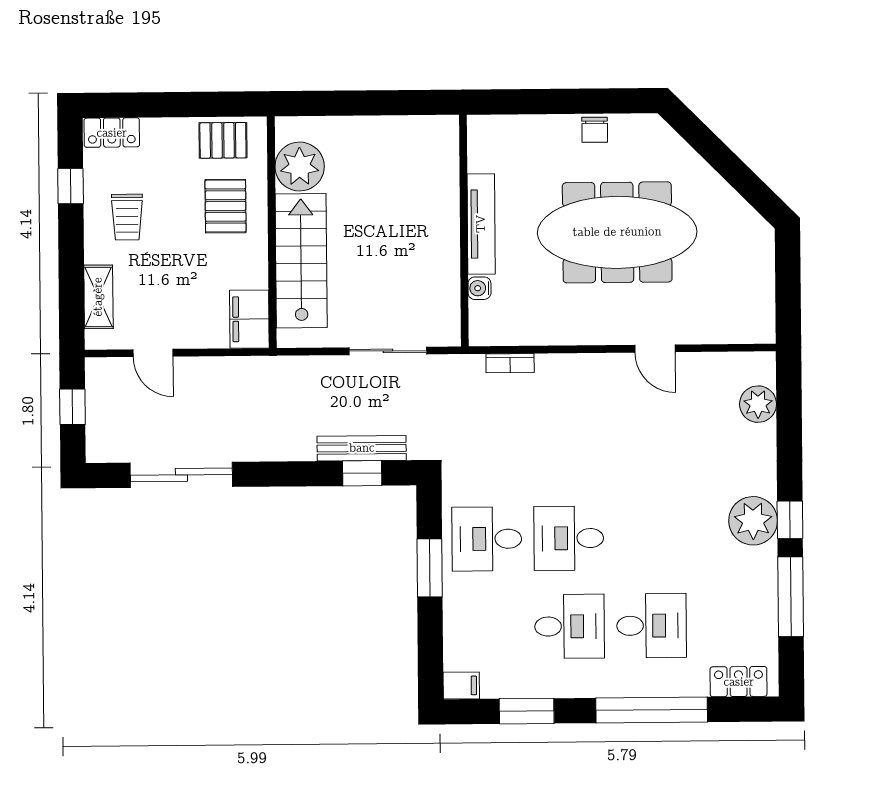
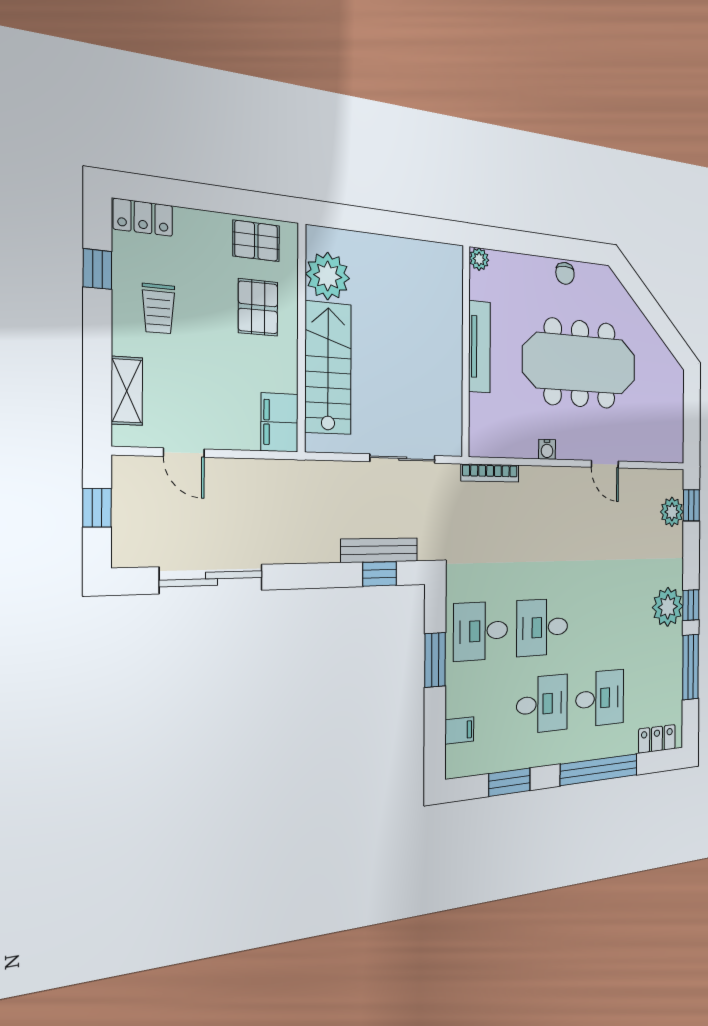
plant: (479, 127) -> (479, 259), added
water cooler: (479, 288) -> (547, 449), moved, turned -90
bookcase: (510, 363) -> (490, 473), width x1.56
window: (789, 396) -> (691, 505), added
filing cabinet: (461, 686) -> (459, 730), moved

